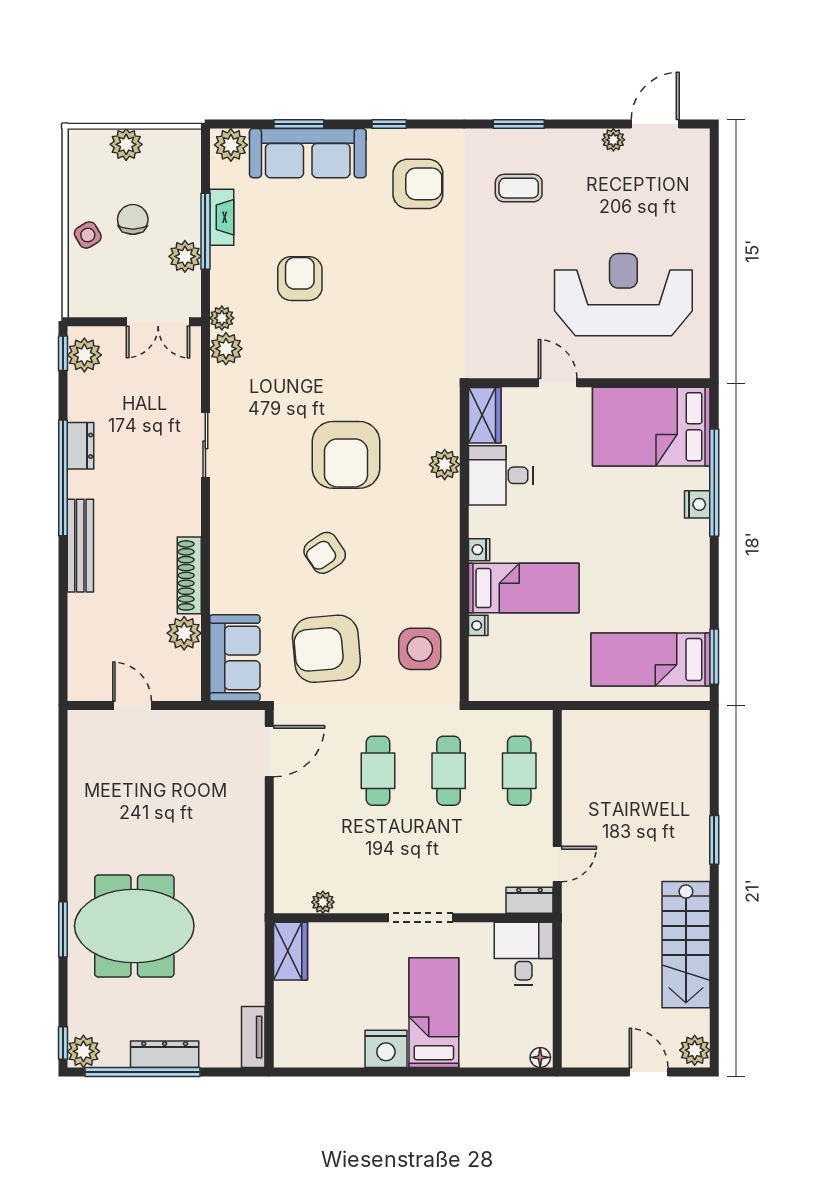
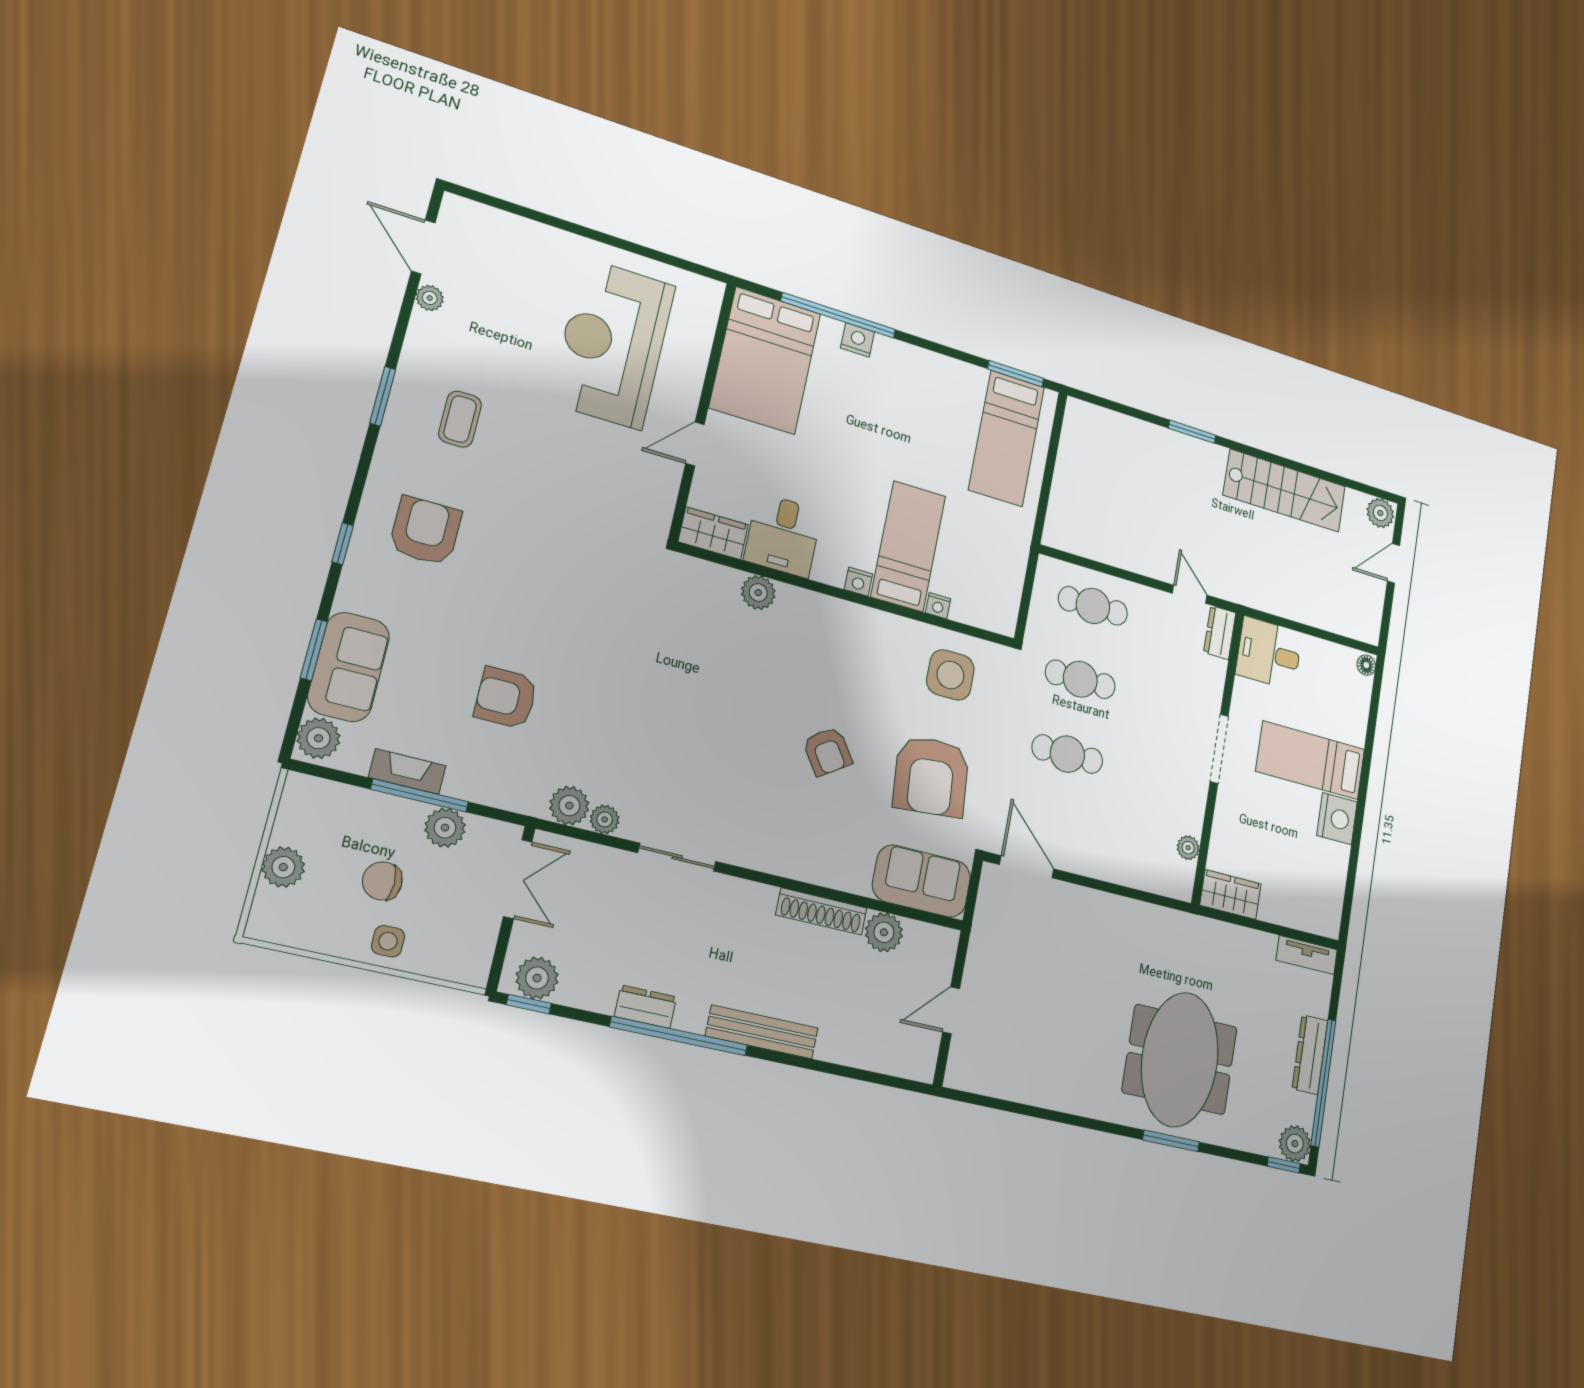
sofa: (308, 153) -> (349, 667), width x0.73
side table: (88, 235) -> (388, 941), turned 30
plant: (222, 318) -> (605, 819), moved
armchair: (346, 455) -> (724, 699), removed

